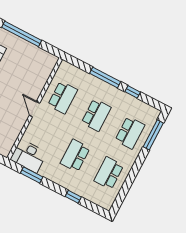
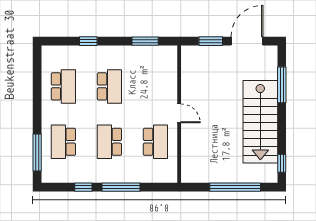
school desk: (63, 97) -> (155, 142), turned 180
desk: (29, 156) -> (159, 60), removed

